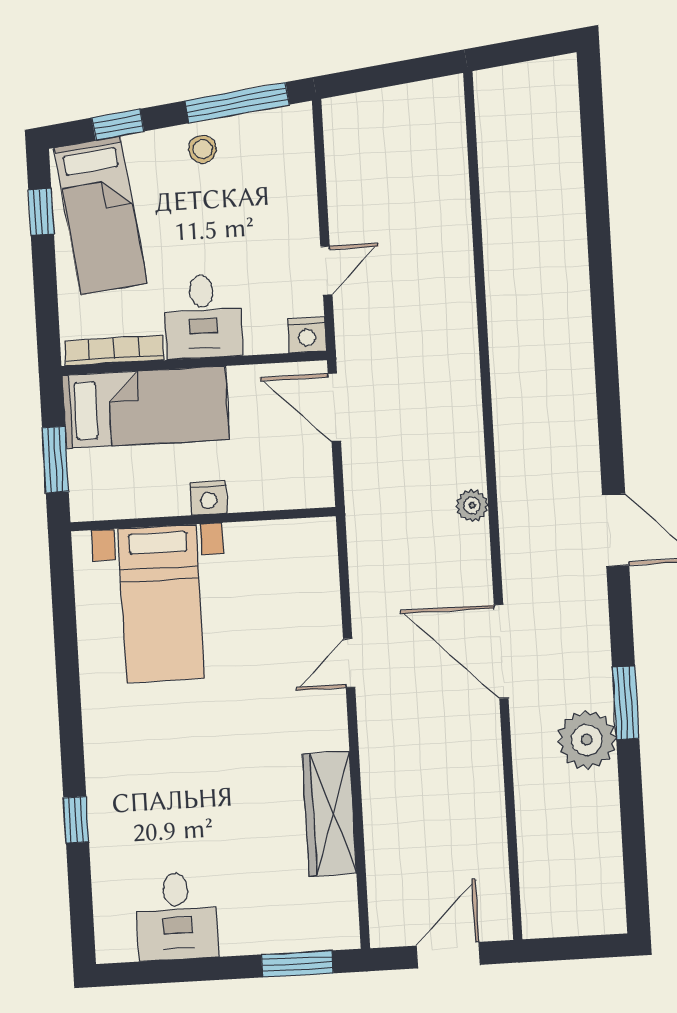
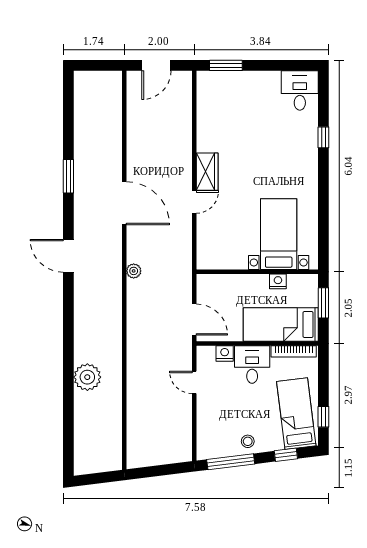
door: (326, 271) -> (194, 382), hinge flipped
nightstand: (307, 335) -> (225, 353), moved
nightstand: (209, 498) -> (278, 281), moved
plant: (587, 740) -> (87, 377), moved
wardrobe: (329, 814) -> (207, 172), moved, width x0.67
desk: (177, 916) -> (300, 90), moved

